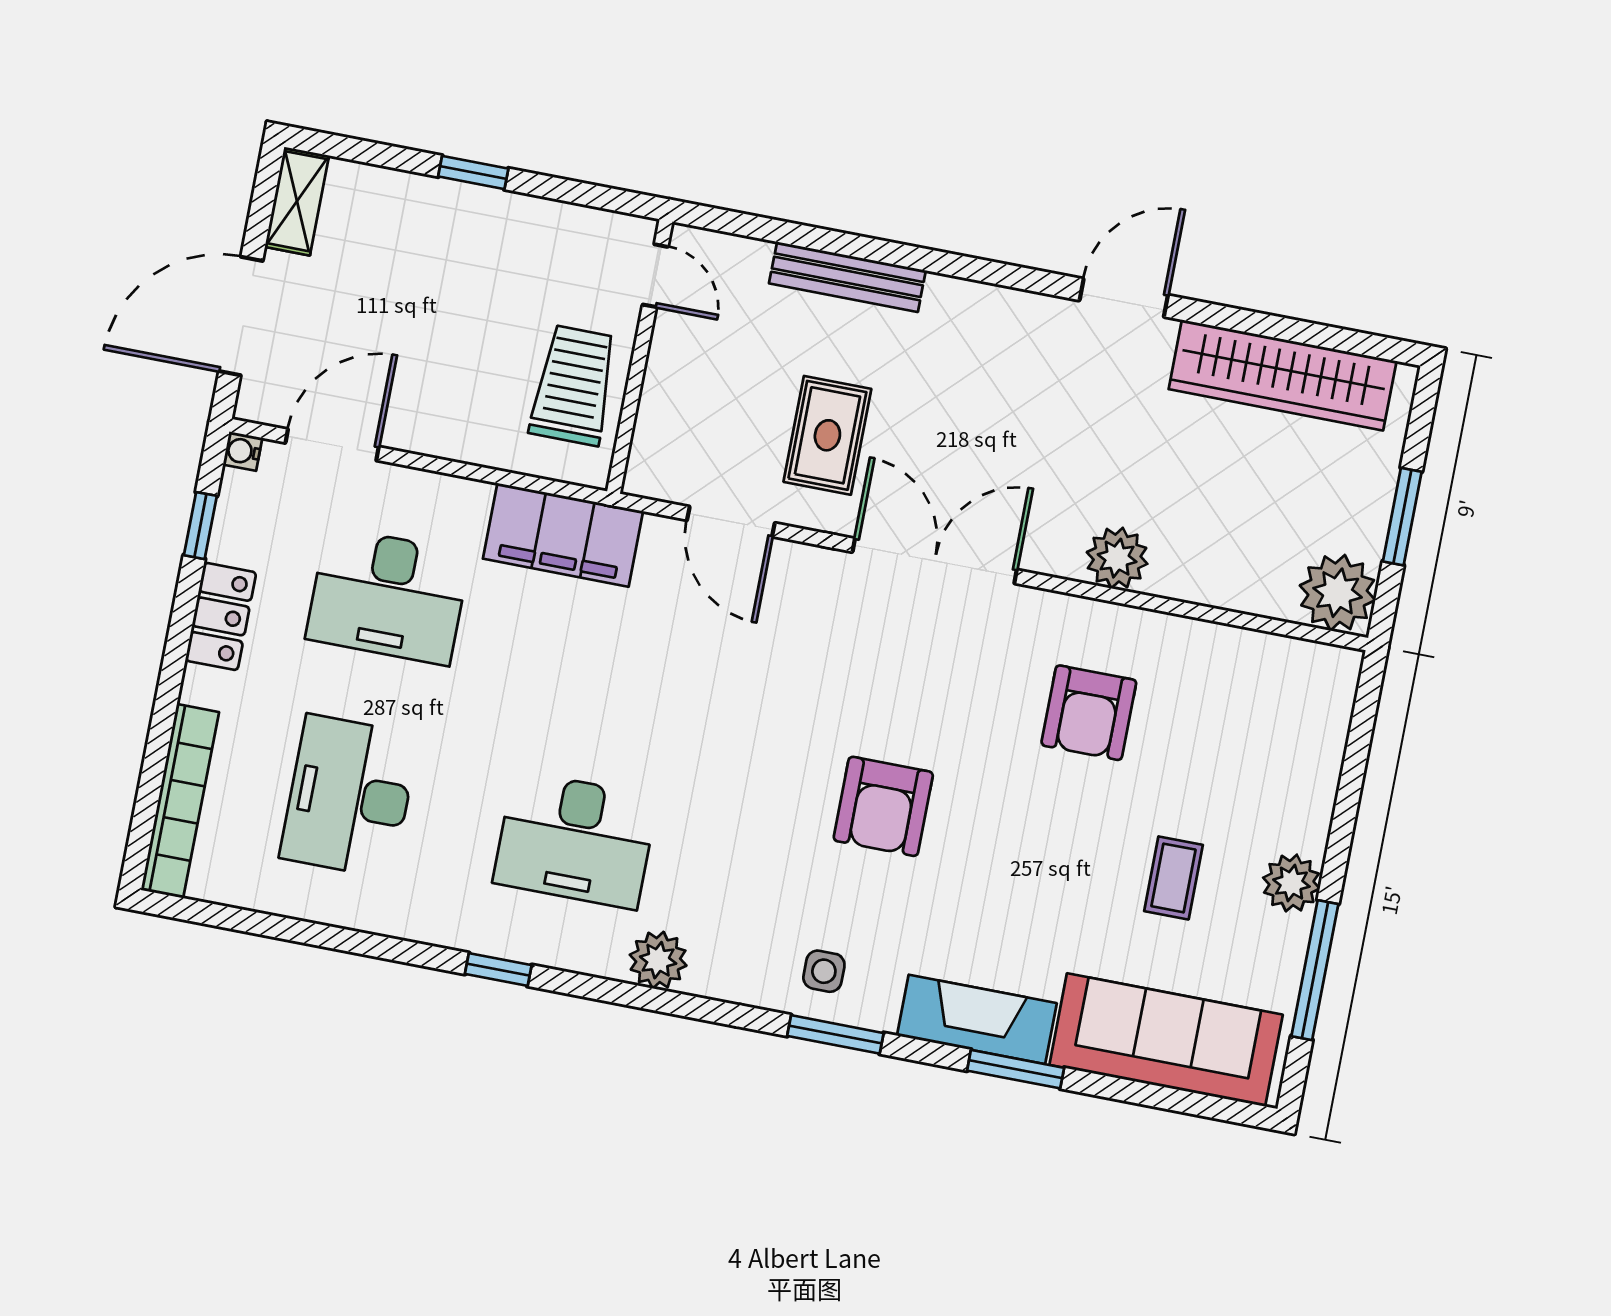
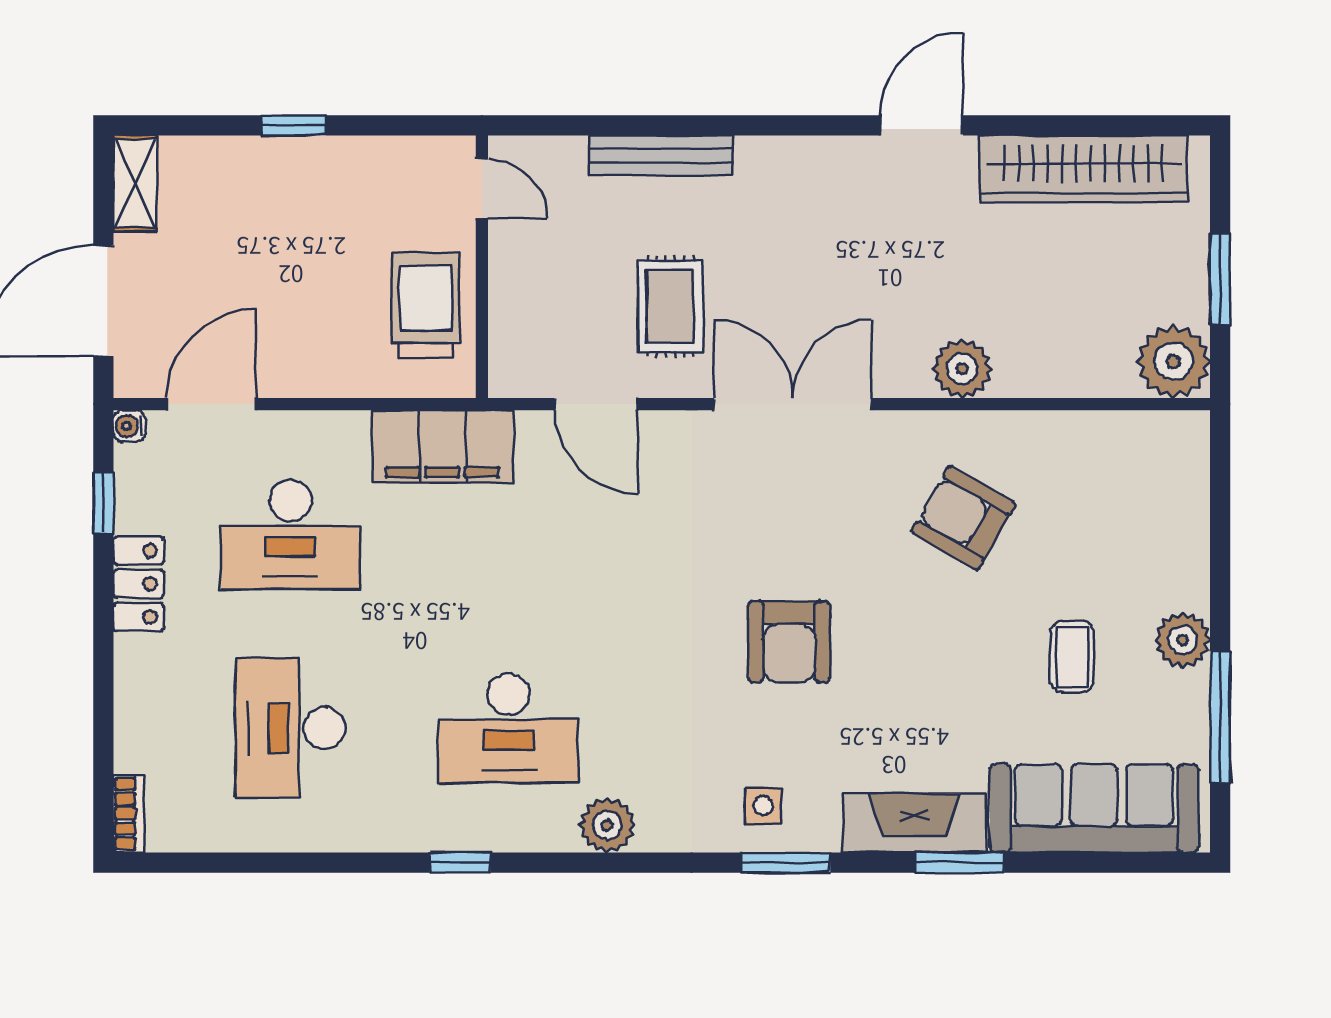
armchair: (1089, 713) -> (964, 518), turned 120
bookcase: (180, 801) -> (129, 814), width x0.43, depth x0.76

